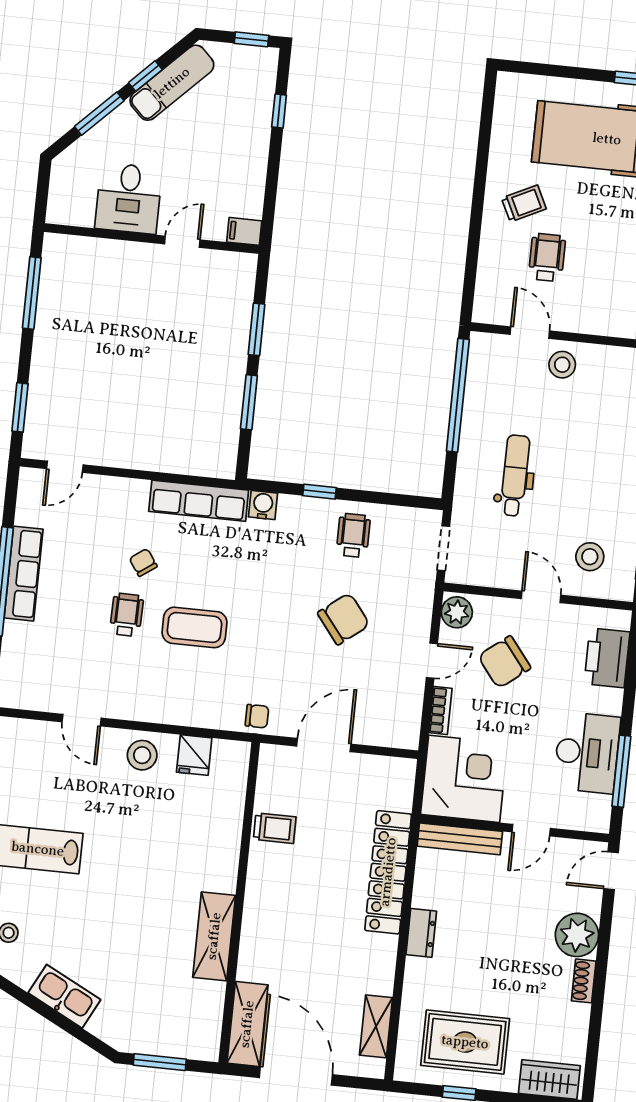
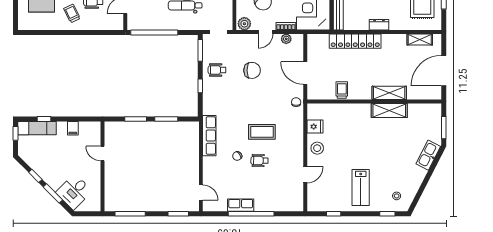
exam couch: (172, 83) -> (37, 128), moved, turned 135
desk: (128, 198) -> (74, 192), moved, turned 135
filing cabinet: (244, 231) -> (73, 128), moved
window: (404, 500) -> (200, 50), added
water cooler: (263, 505) -> (208, 109), removed
row of seats: (24, 574) -> (241, 205), width x0.68
chair: (344, 619) -> (252, 70), turned 128
coffee table: (194, 627) -> (262, 132), turned 90
door: (432, 661) -> (266, 32), swing flipped
plant: (410, 708) -> (286, 39), added
kitchen sink: (64, 996) -> (428, 155), moved
shelving: (247, 1024) -> (389, 93), moved

